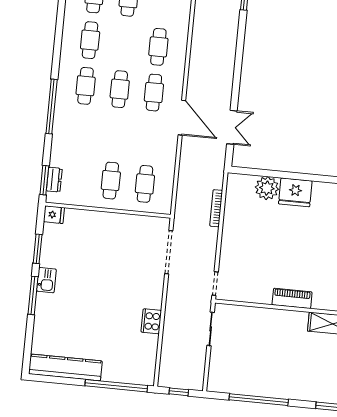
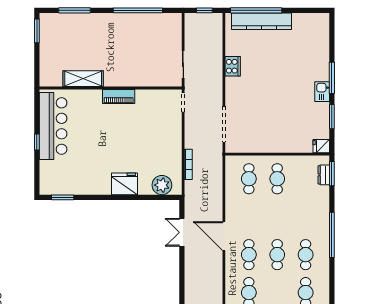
plant: (267, 188) -> (162, 185), moved
kitchen counter: (65, 367) -> (261, 21), moved

